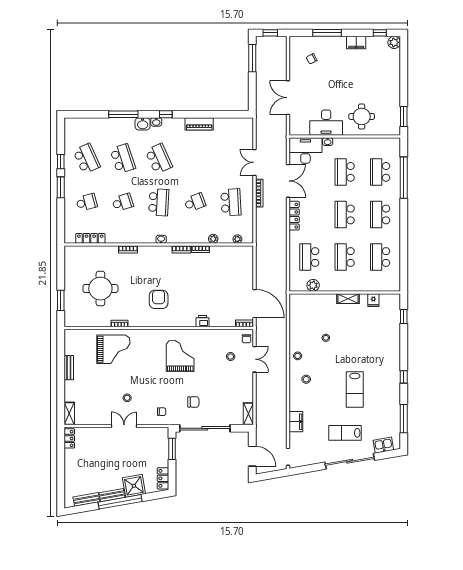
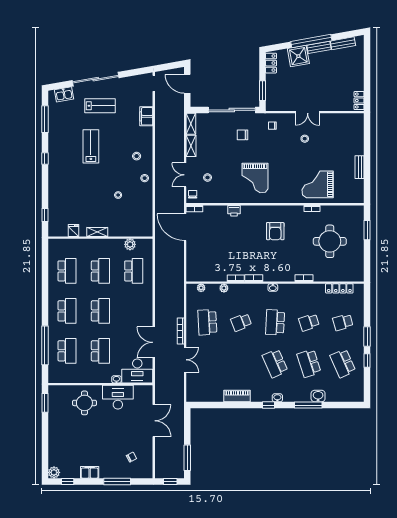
washbasin: (143, 124) -> (318, 396), moved
locker: (294, 216) -> (148, 310), removed
shelving: (69, 413) -> (191, 146), moved

